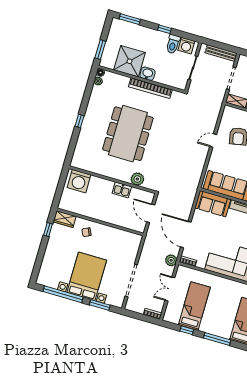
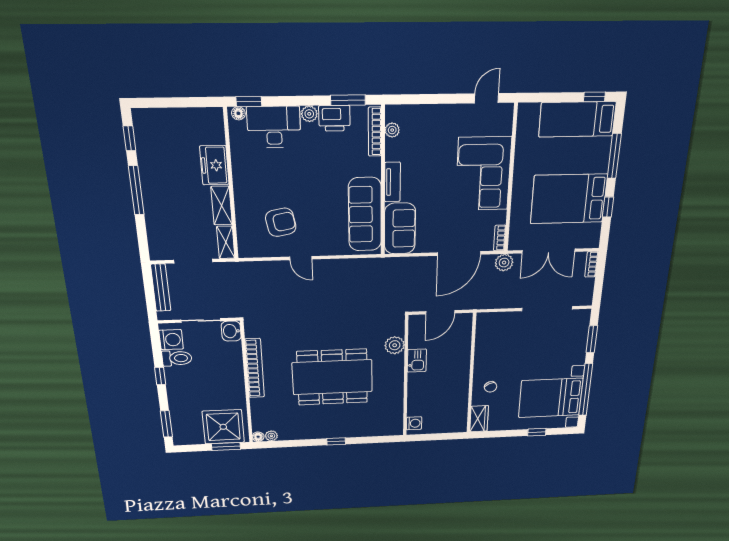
shower: (130, 61) -> (223, 427), moved
washbasin: (147, 74) -> (231, 331), moved
washing machine: (79, 181) -> (414, 423), width x0.53, depth x0.53
window: (48, 230) -> (537, 432), moved
bed with nightstands: (87, 276) -> (551, 398), moved
double door: (170, 289) -> (549, 251), width x1.37
bed: (194, 306) -> (569, 199), width x1.50

